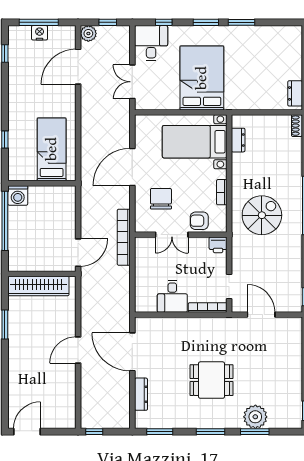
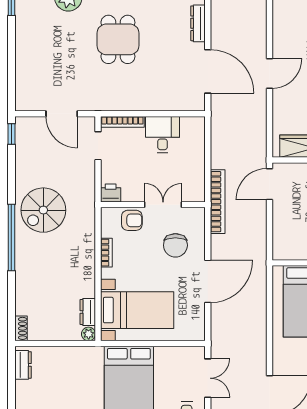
plant: (237, 121) -> (89, 334), added
spiral stairs: (262, 215) -> (43, 210), moved
dining table: (211, 380) -> (118, 39), turned 90

